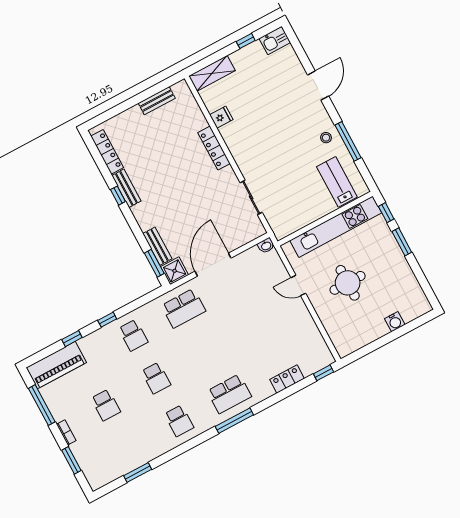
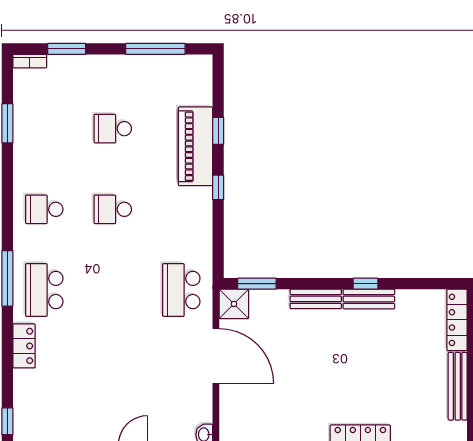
bench: (157, 101) -> (458, 386), width x1.36
locker: (107, 152) -> (457, 320), moved, turned 90
bench: (157, 246) -> (316, 299), moved
school desk: (133, 335) -> (181, 209), removed
piano: (56, 365) -> (196, 146), moved
locker: (287, 379) -> (24, 346), moved
bookcase: (66, 432) -> (30, 61), moved

